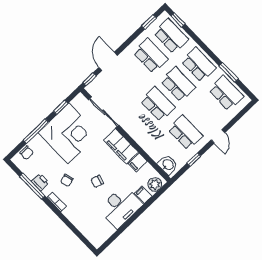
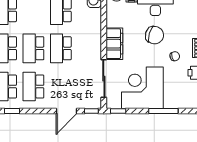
window: (61, 107) -> (118, 111), moved
chair: (27, 153) -> (184, 102), removed
filing cabinet: (138, 162) -> (114, 21), removed
chair: (97, 181) -> (155, 35), width x1.87, depth x1.87

